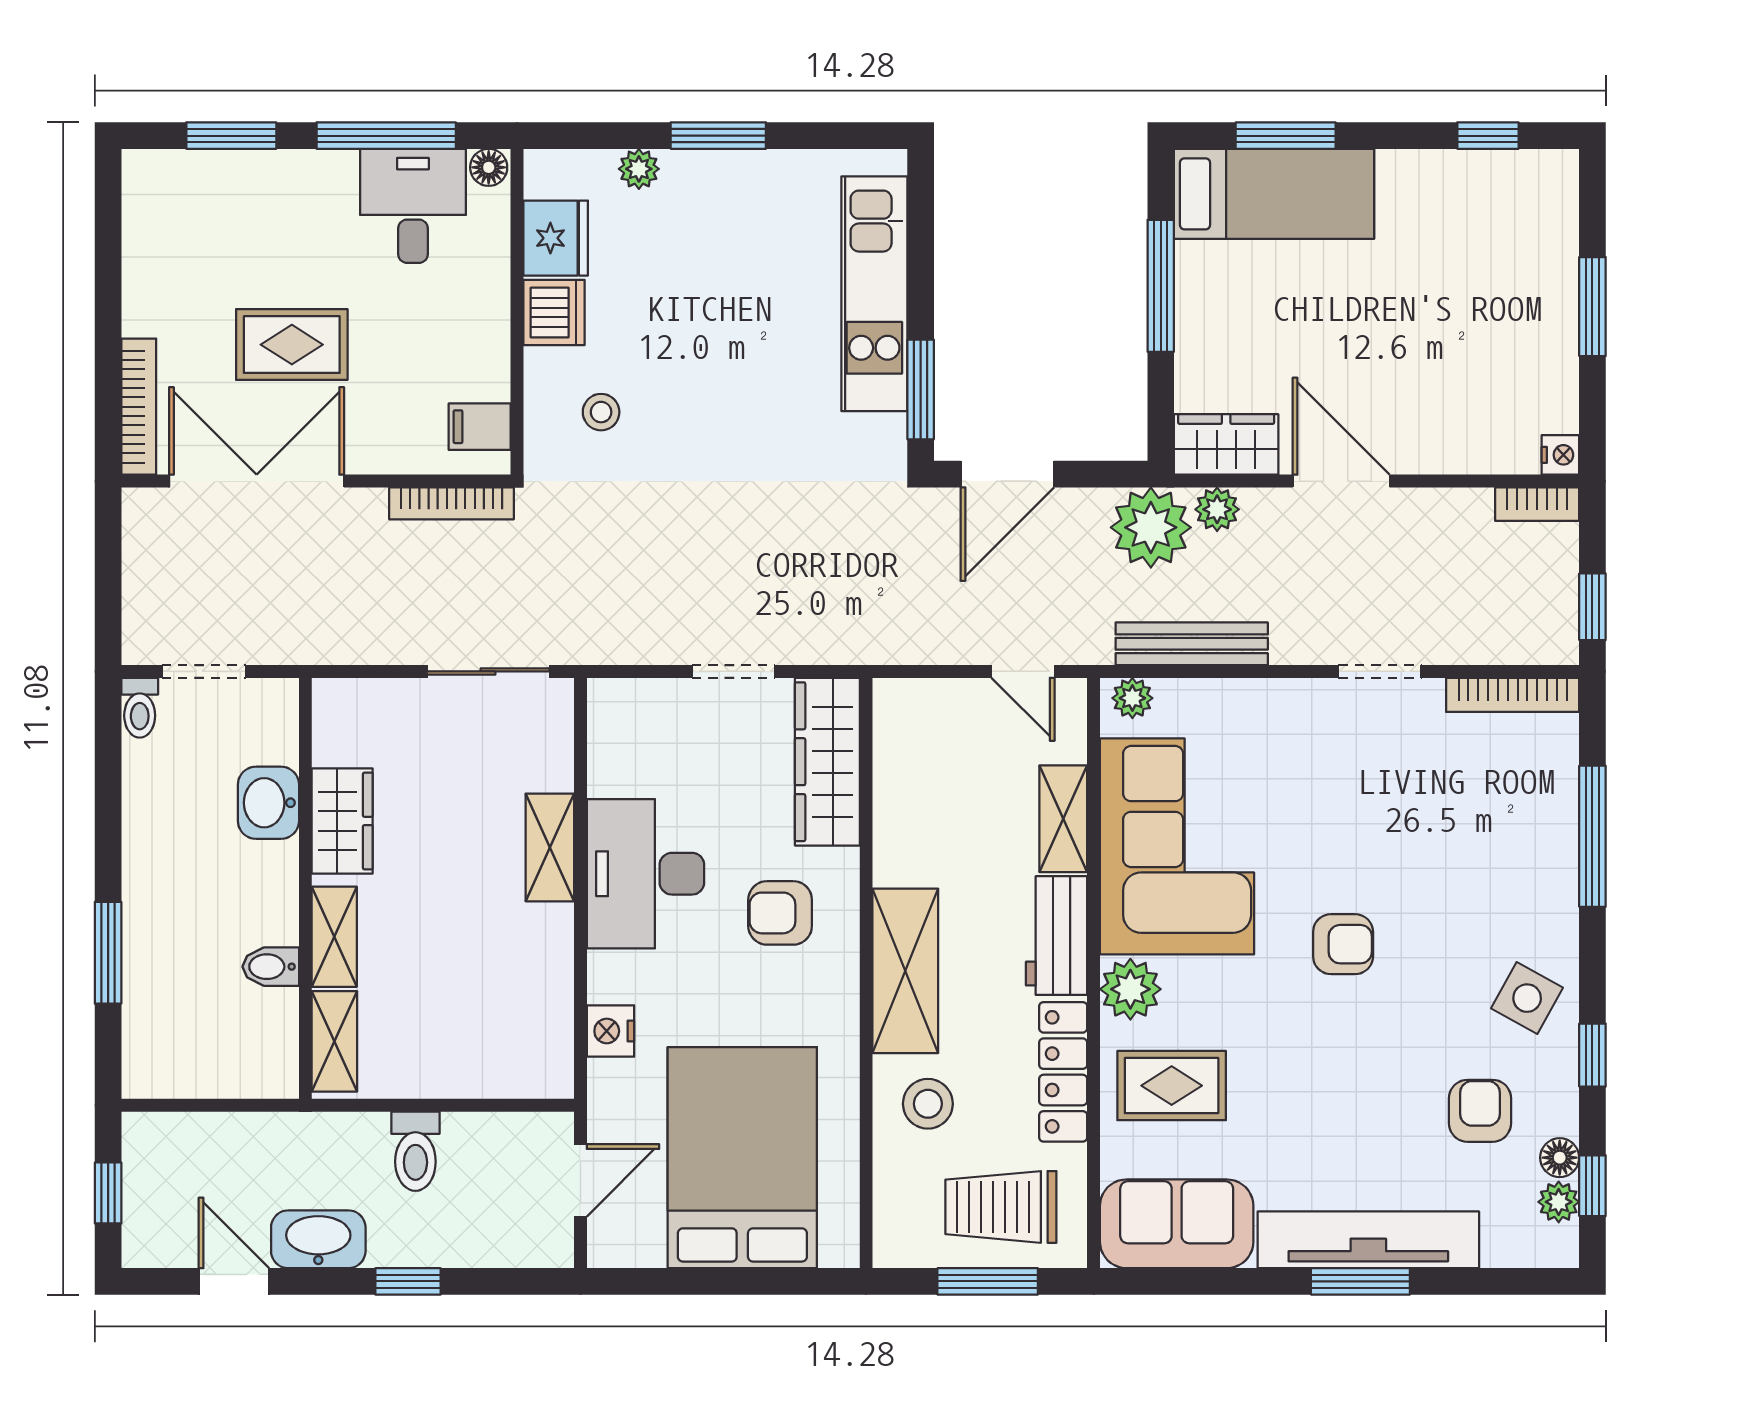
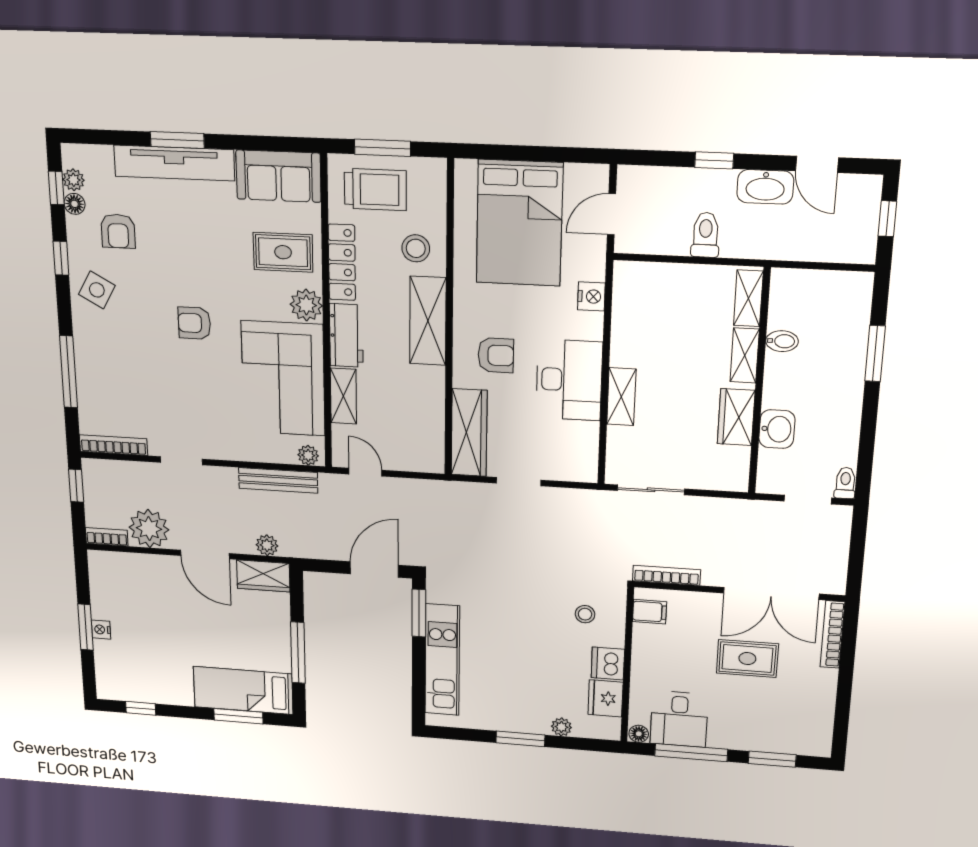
nightstand: (1560, 455) -> (101, 630), moved
plant: (1151, 527) -> (149, 529), moved

